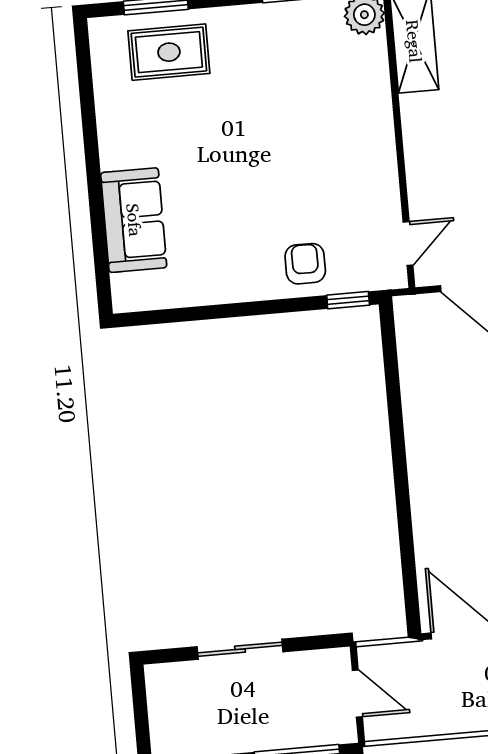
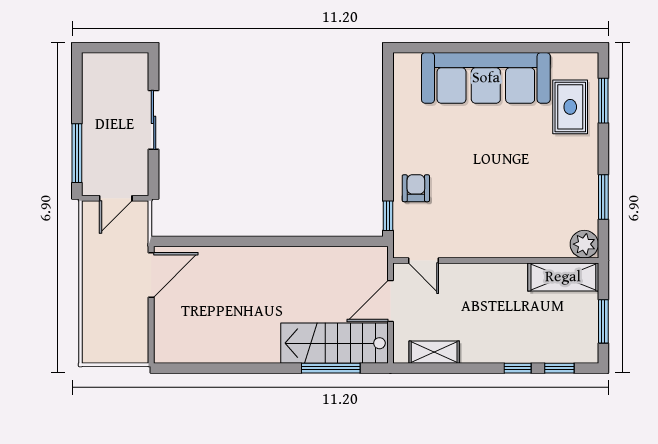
sofa: (134, 220) -> (486, 78), width x1.85, depth x1.27
armchair: (305, 264) -> (416, 188), turned -90

